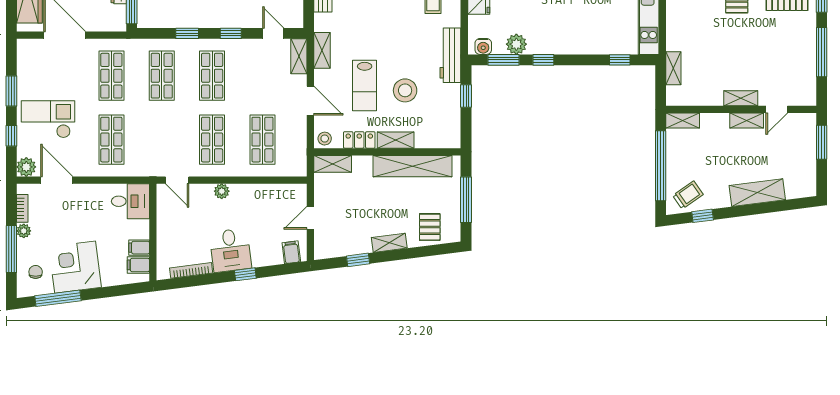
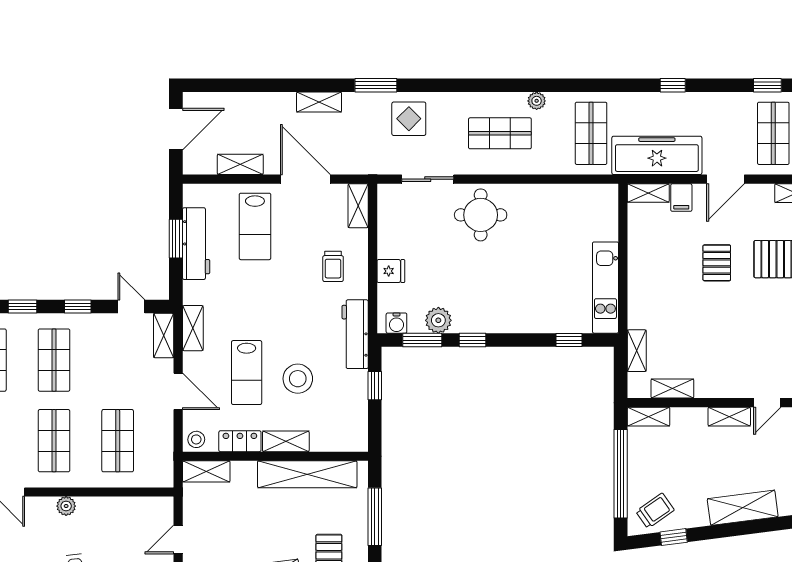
shelving: (741, 98) -> (672, 389), moved

